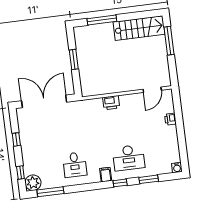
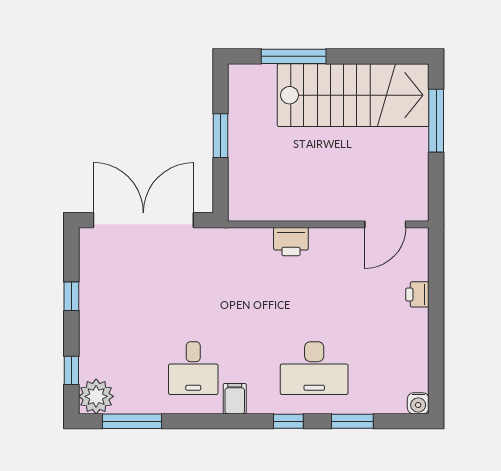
stairs: (139, 28) -> (353, 95), width x1.36, depth x1.51
filing cabinet: (106, 175) -> (235, 399), moved

